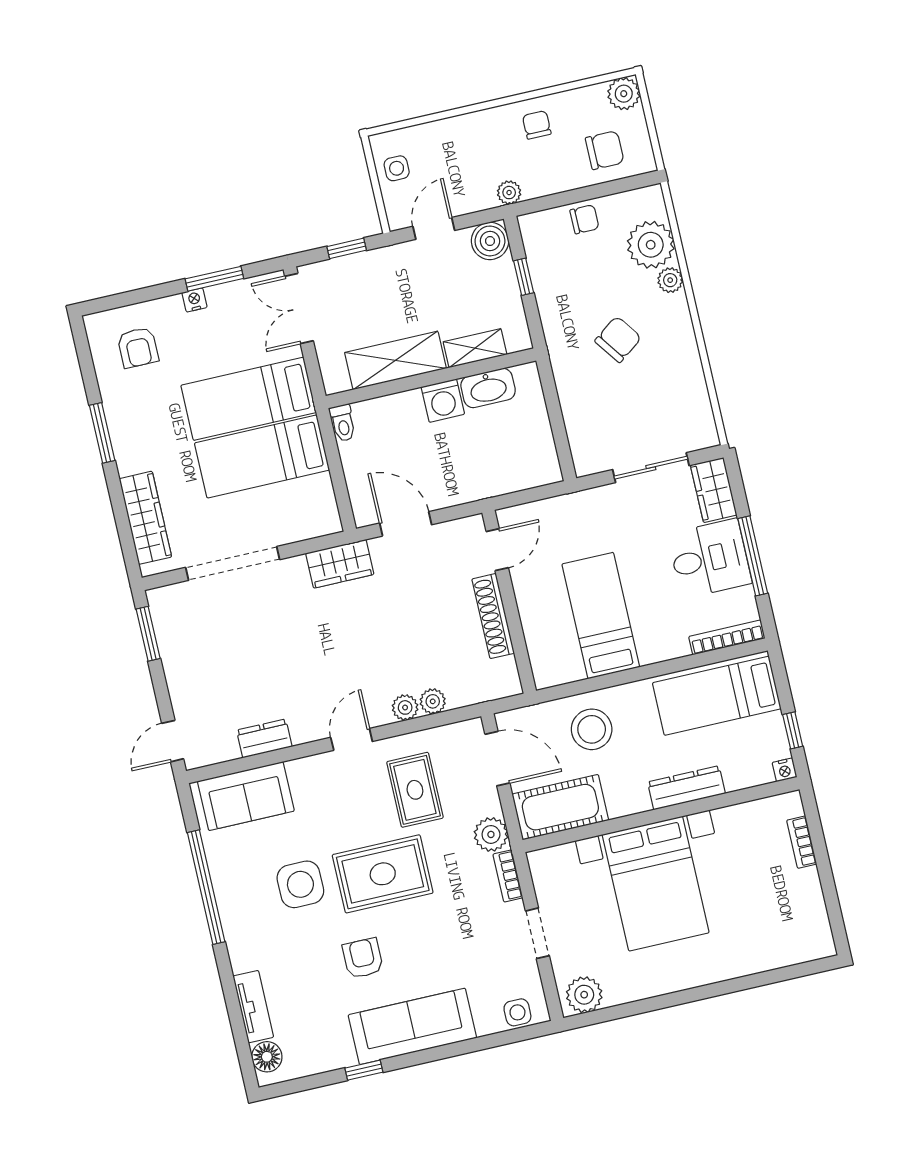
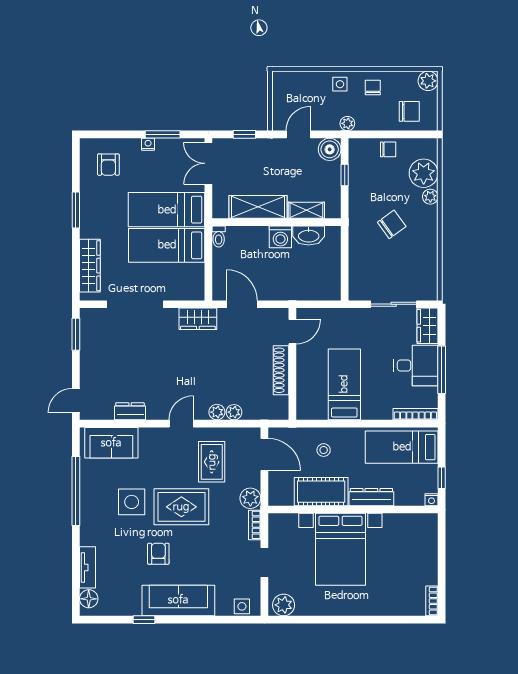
side table: (397, 168) -> (340, 84), moved
stool: (592, 729) -> (324, 450), width x0.53, depth x0.53
cot: (560, 807) -> (321, 492), moved
bookcase: (802, 842) -> (432, 601), moved

